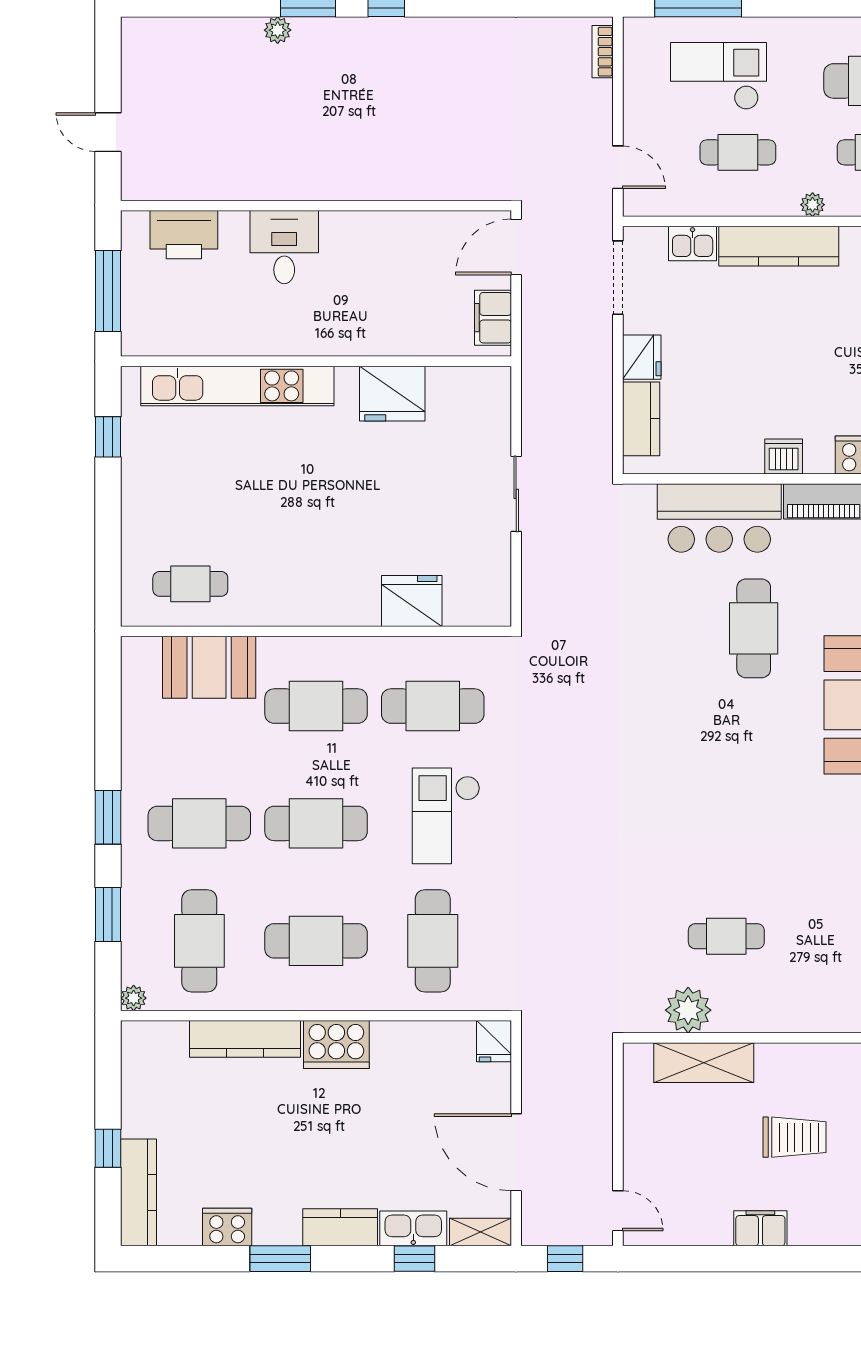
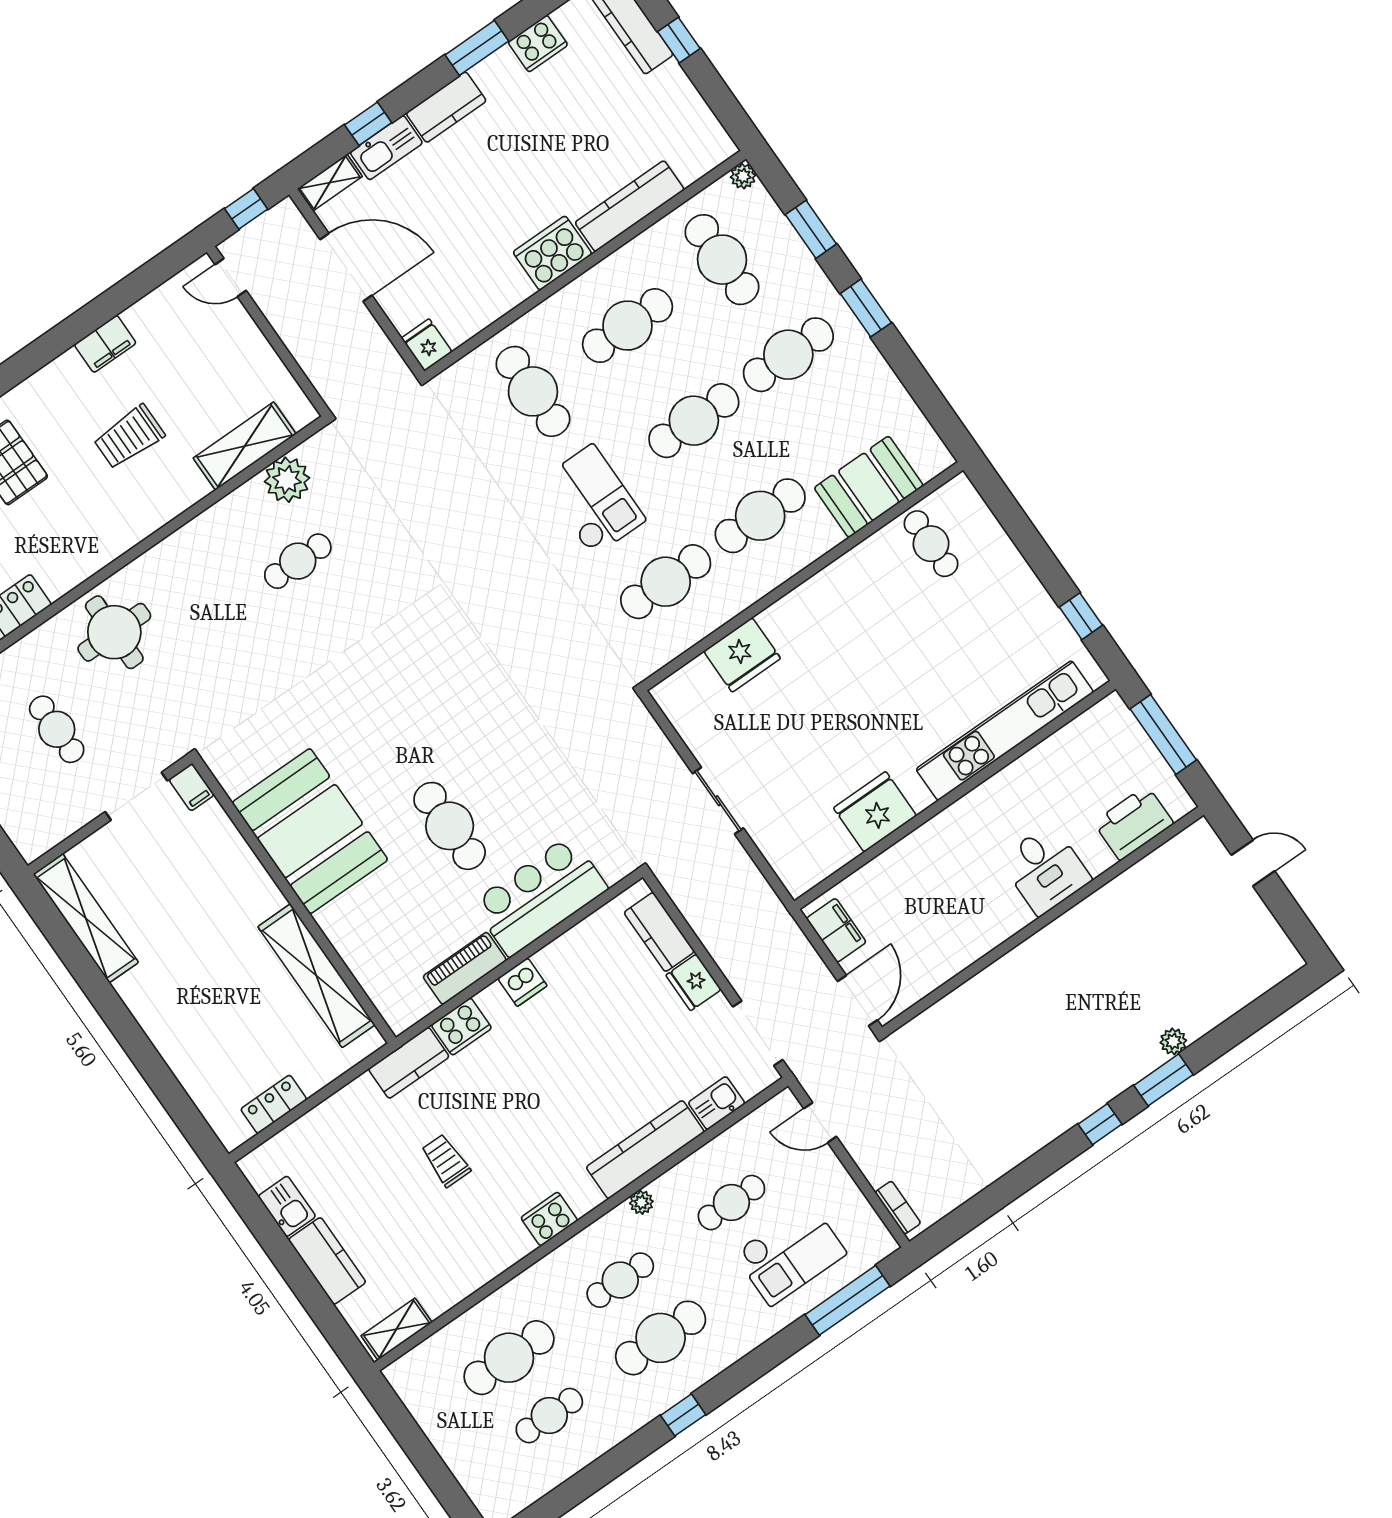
cafe table: (190, 584) -> (931, 544), turned 90

